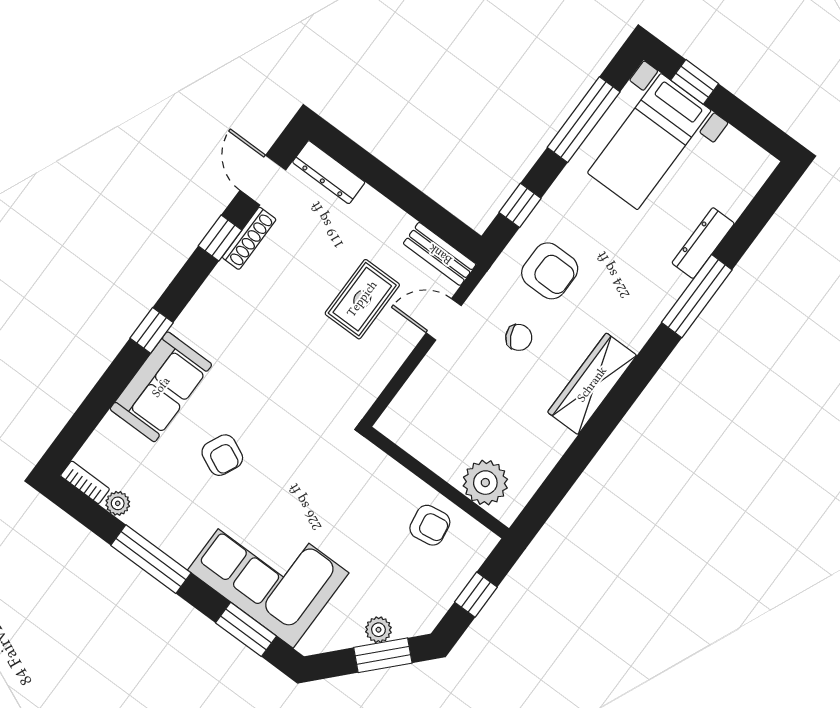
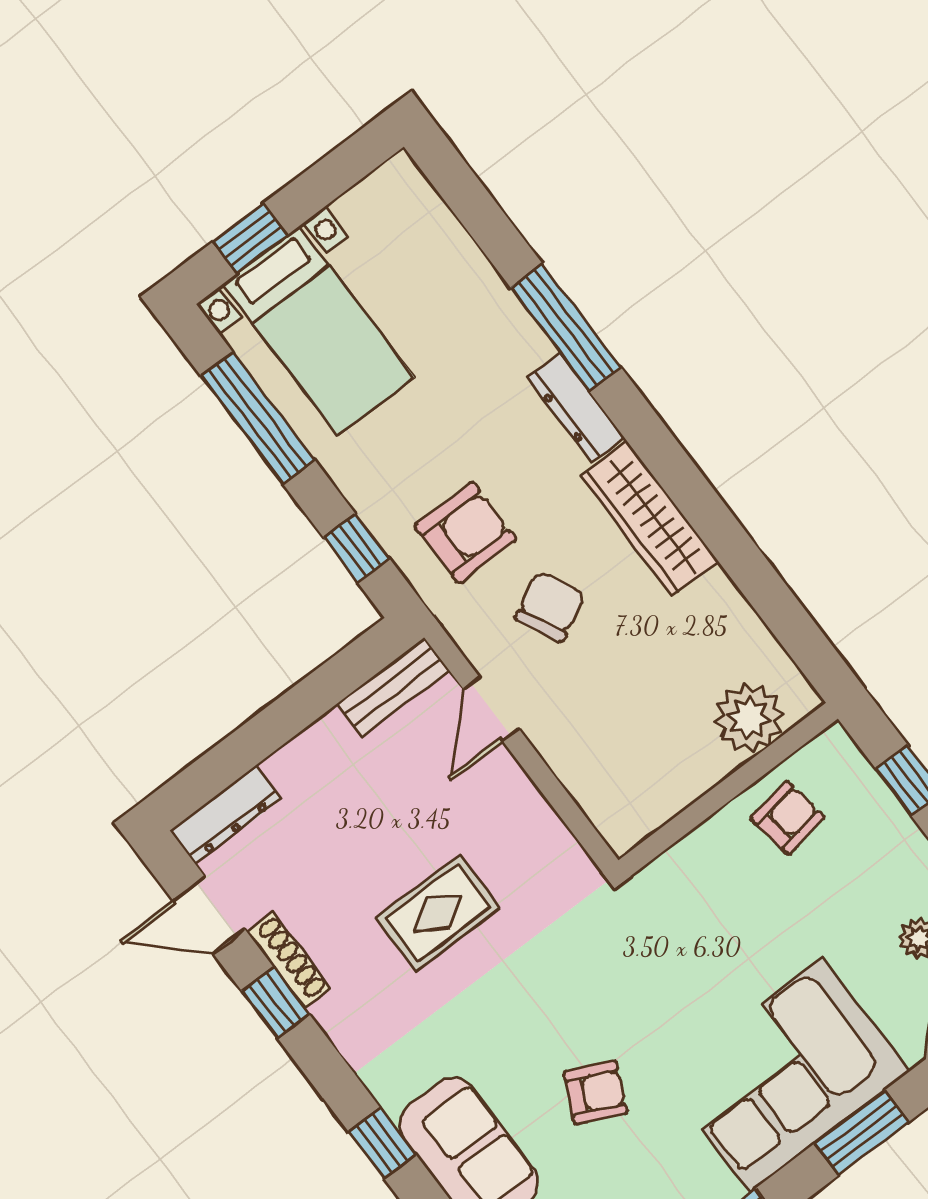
dresser: (703, 243) -> (576, 408), moved
rug: (362, 299) -> (438, 913), moved, turned 90
chair: (519, 337) -> (550, 607), width x1.37, depth x1.37

